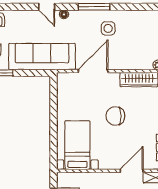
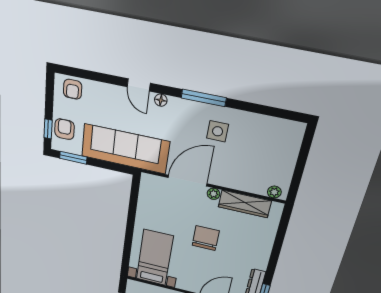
plant: (114, 77) -> (214, 194), added
chair: (115, 116) -> (206, 238), turned 90

